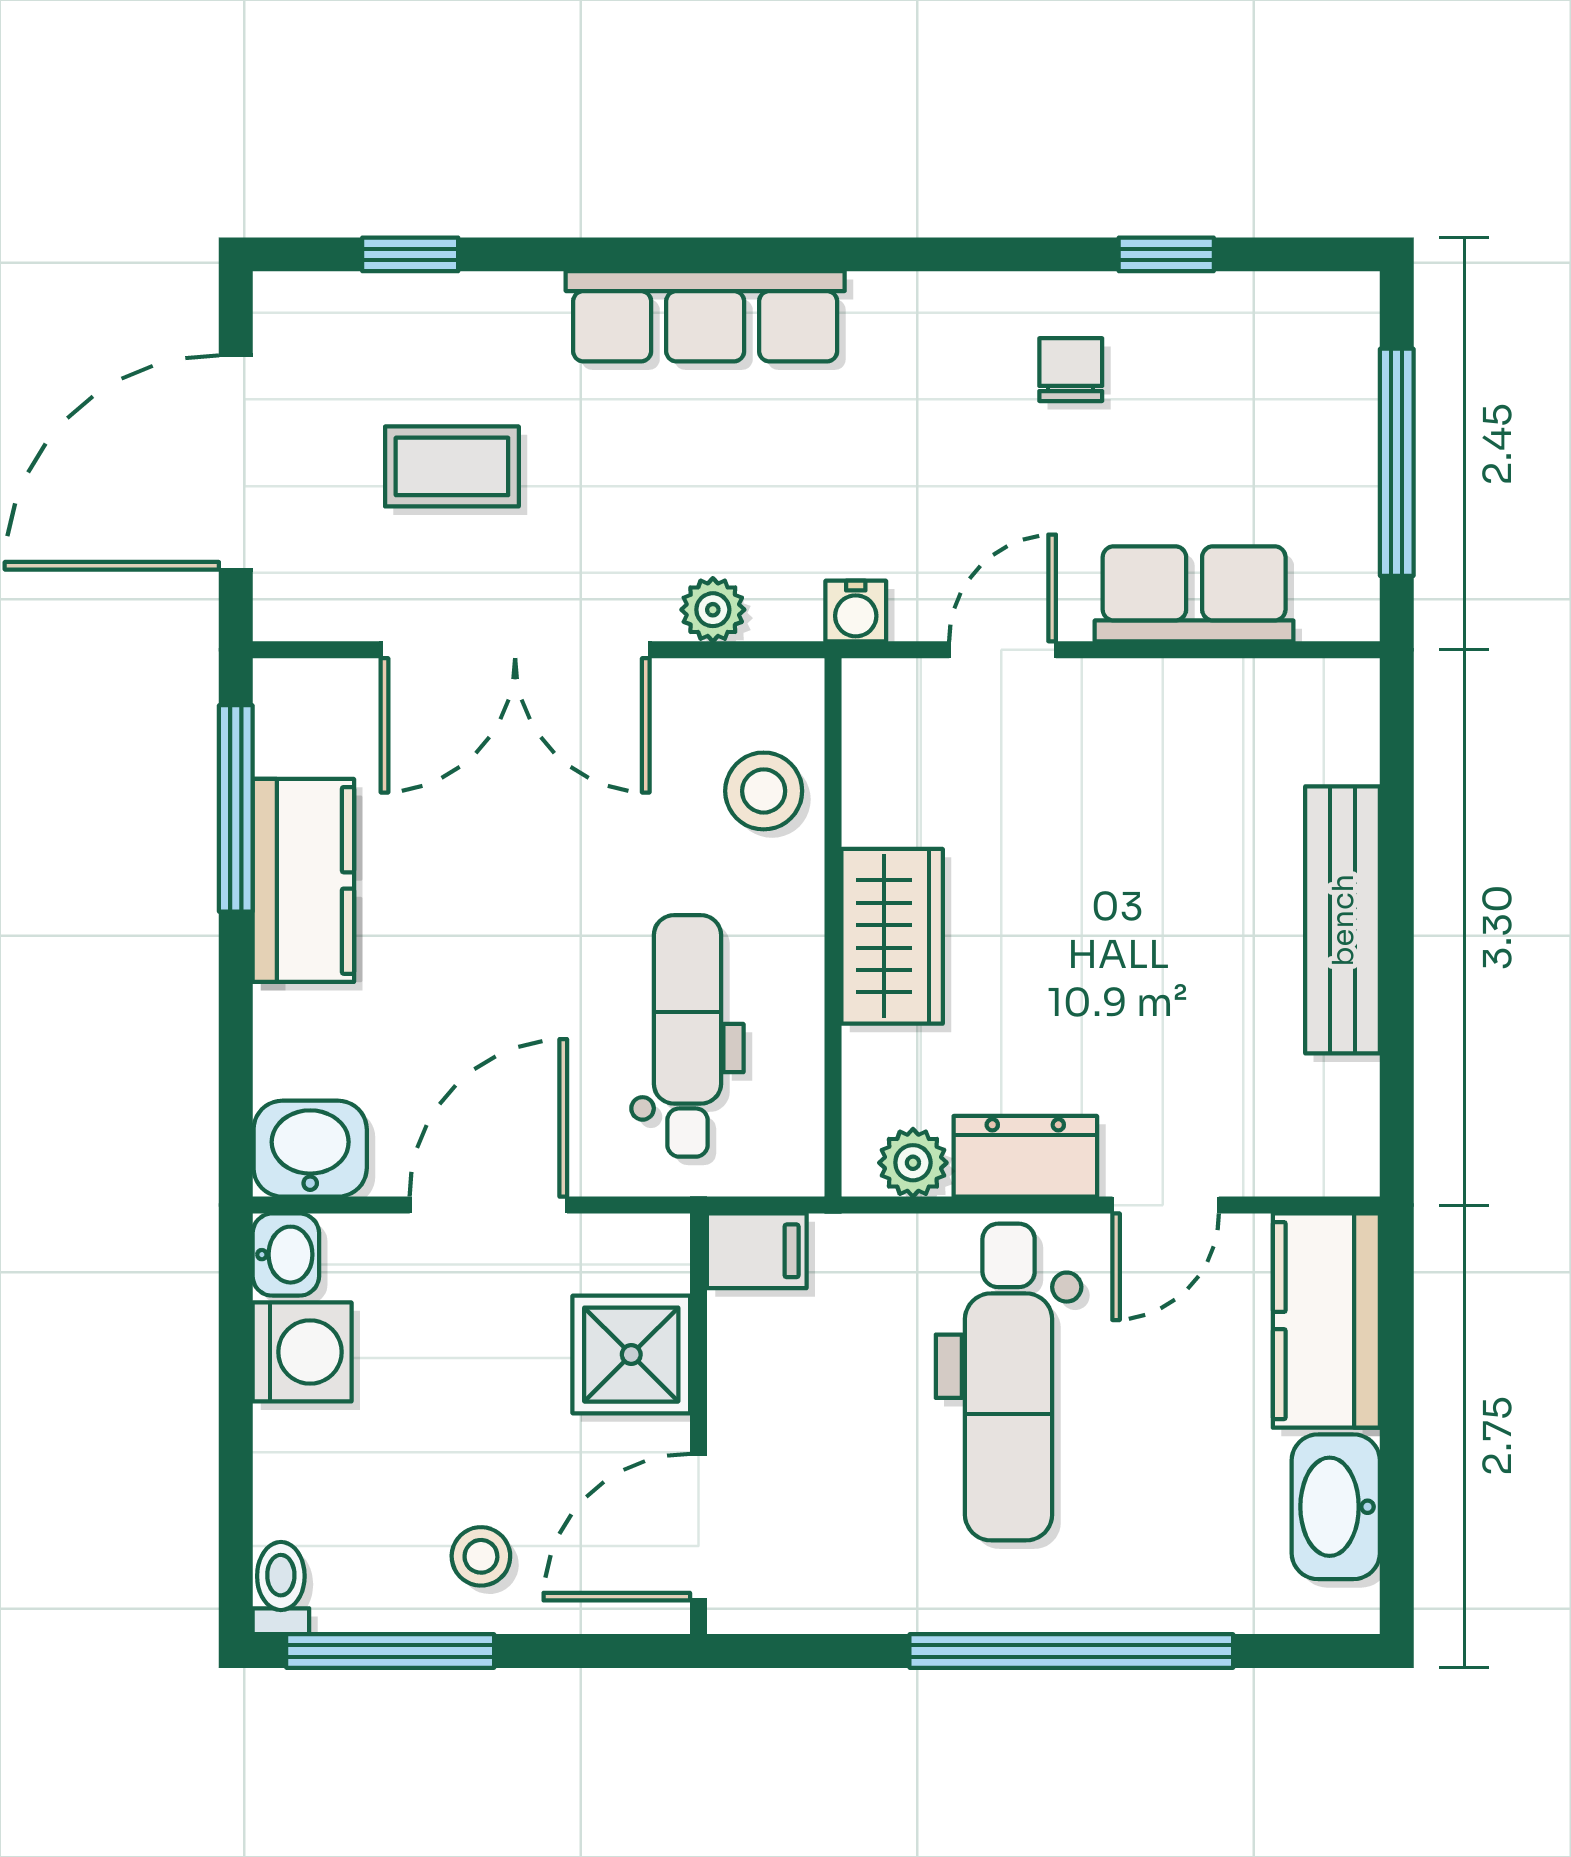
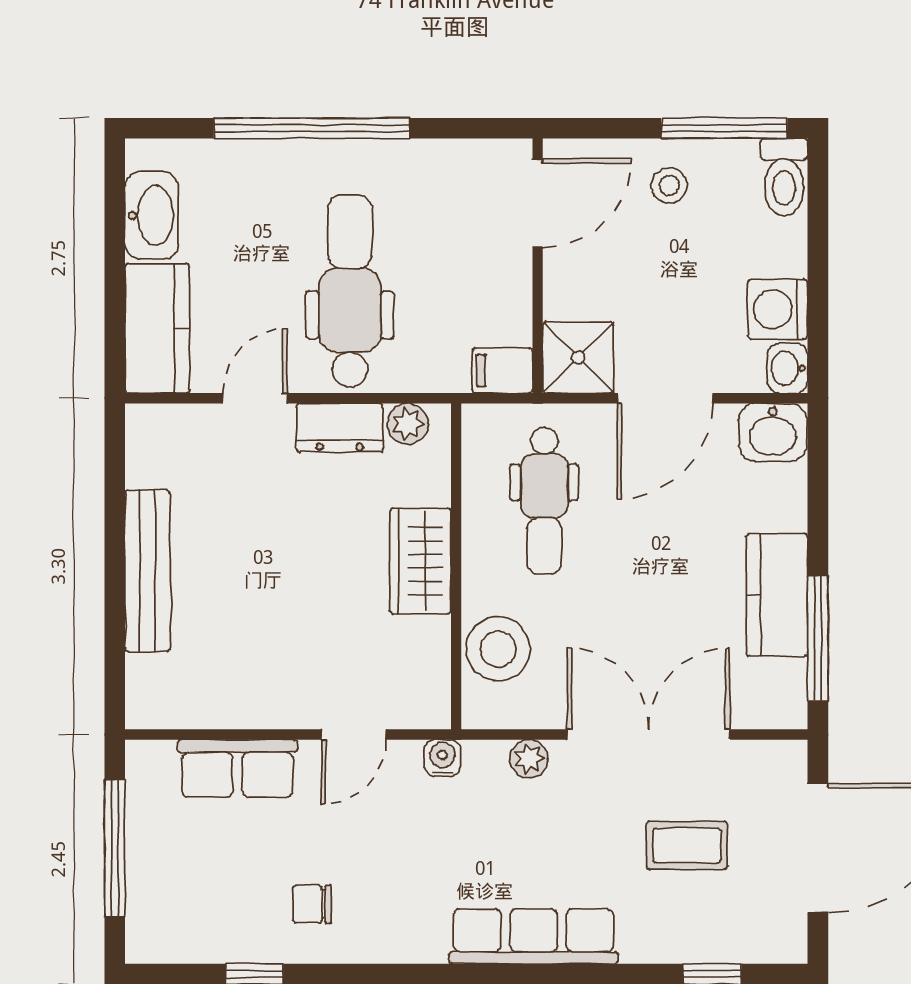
chair: (1071, 370) -> (312, 904), turned 90
stool: (764, 791) -> (498, 649), width x1.38, depth x1.38
shower: (631, 1355) -> (578, 358), moved
toilet: (281, 1588) -> (784, 177), width x1.37, depth x1.39

